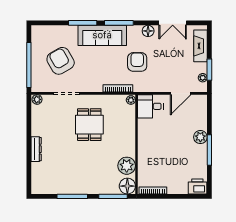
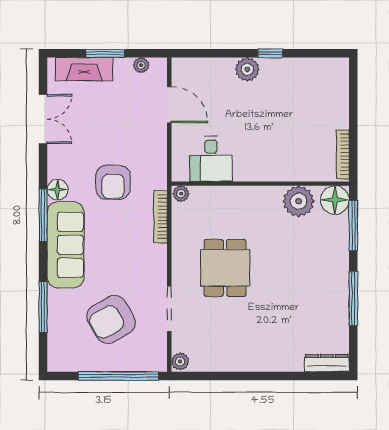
window: (83, 23) -> (43, 307), moved
floor lamp: (148, 31) -> (58, 190), moved
armchair: (137, 62) -> (113, 182), turned -90
window: (209, 70) -> (105, 53), moved
desk: (150, 106) -> (211, 159), moved
dining table: (89, 125) -> (225, 268), turned 90
dresser: (36, 149) -> (327, 363), moved
window: (209, 150) -> (270, 53), width x0.46
printer: (197, 186) -> (336, 75), removed

